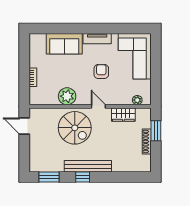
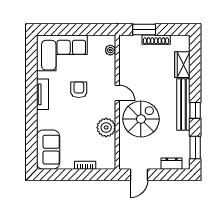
sofa: (64, 44) -> (48, 150), moved
armchair: (101, 71) -> (79, 90), turned 90
door: (98, 106) -> (117, 93), swing flipped
wardrobe: (123, 115) -> (182, 65), moved, turned 180
dresser: (34, 156) -> (172, 164), added

